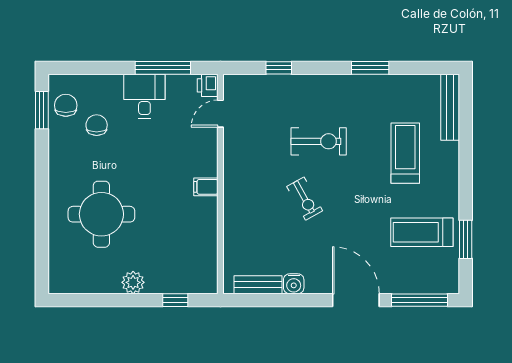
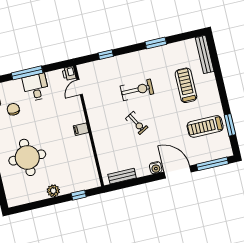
window: (163, 68) -> (27, 73), moved
water cooler: (294, 284) -> (156, 168), moved

